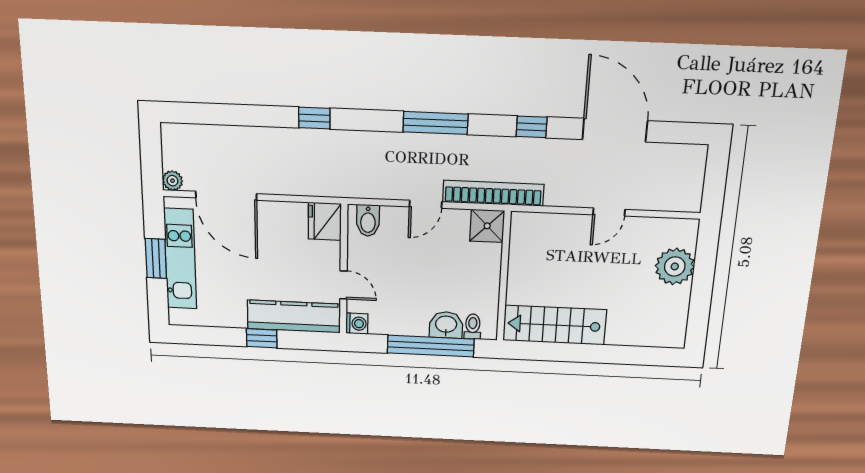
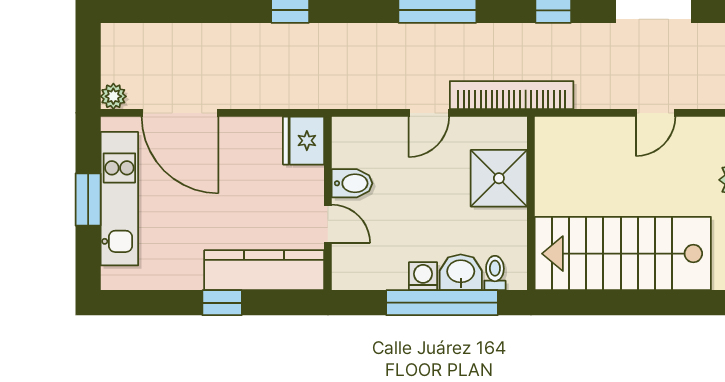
bidet: (368, 220) -> (352, 183), moved, turned -90
shower: (487, 226) -> (499, 178), moved, width x1.36, depth x1.36
washing machine: (357, 324) -> (423, 276), moved, turned -90
stairs: (554, 325) -> (623, 254), width x1.36, depth x1.51

